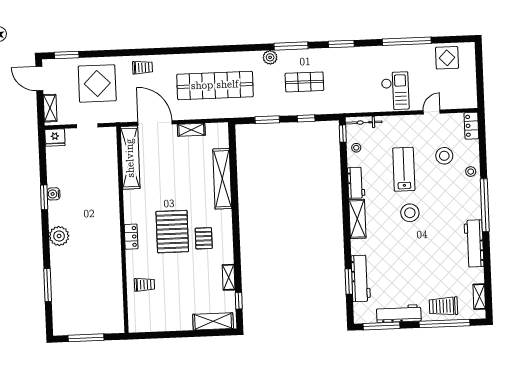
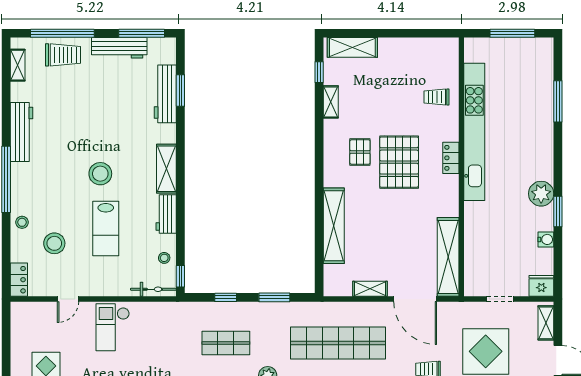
water cooler: (54, 194) -> (546, 239), moved
plant: (59, 236) -> (541, 194), moved
kitchen unit: (113, 258) -> (474, 132), added

